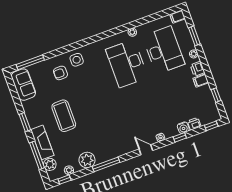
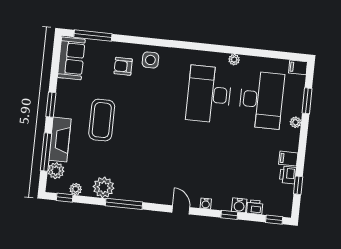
printer: (197, 69) -> (288, 175), moved

